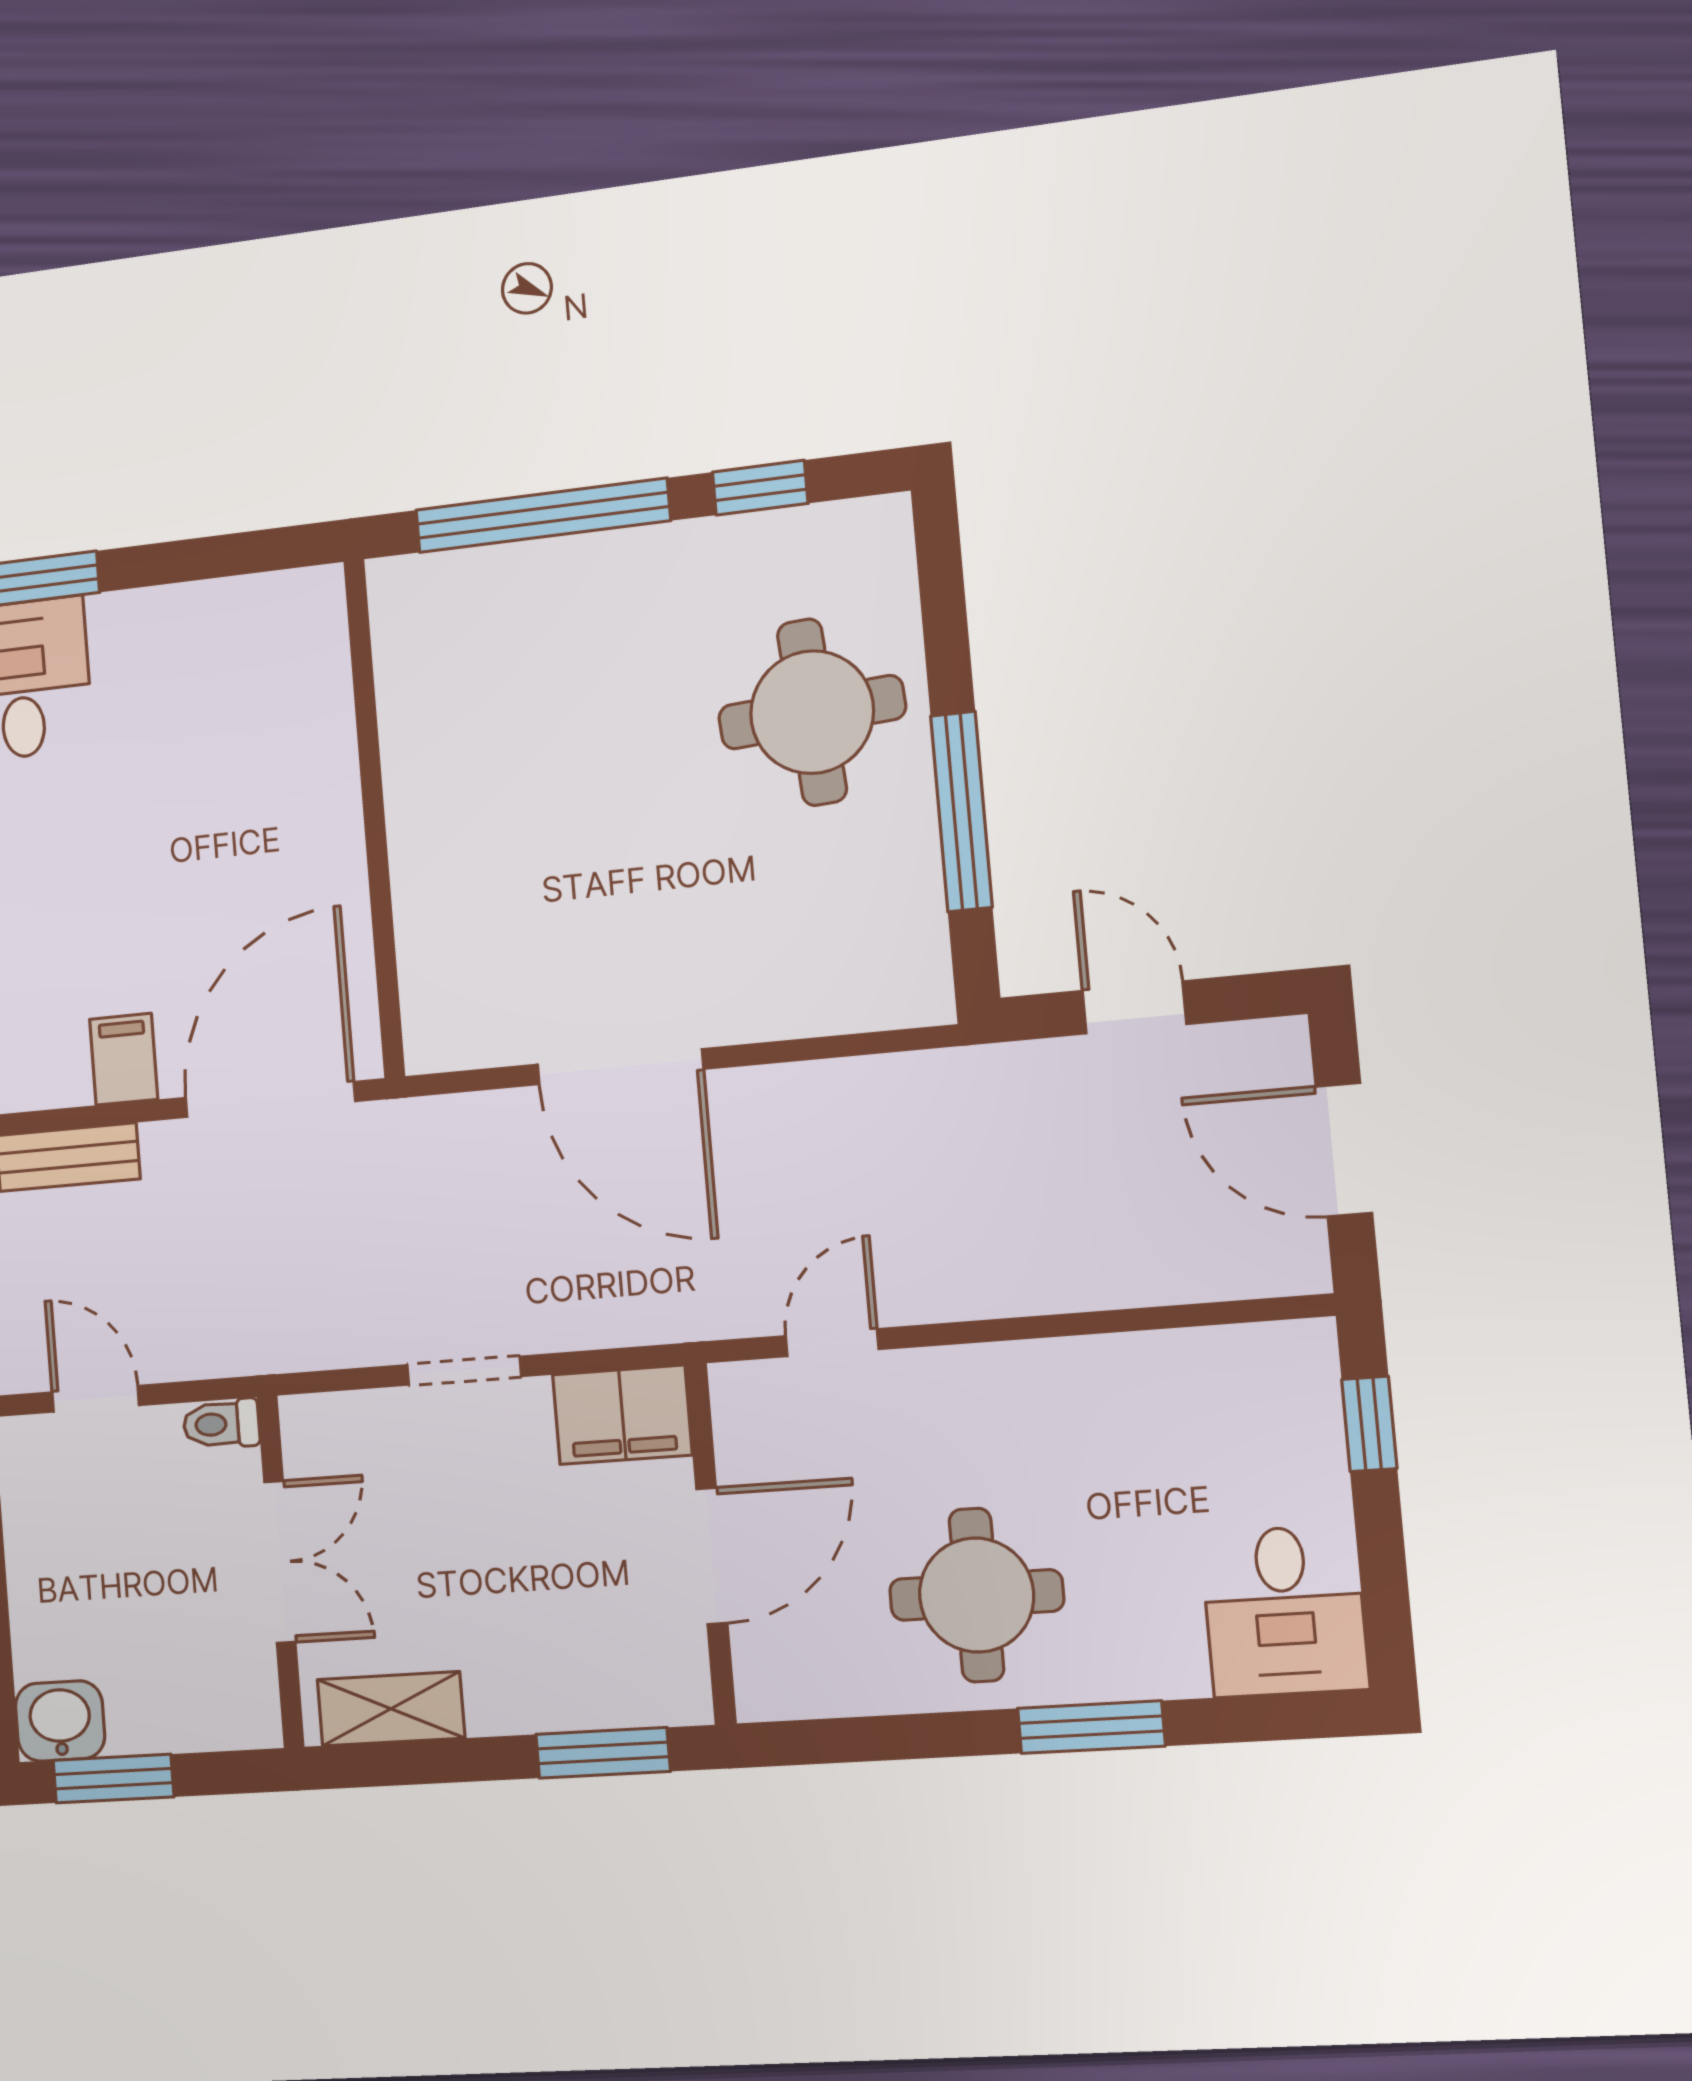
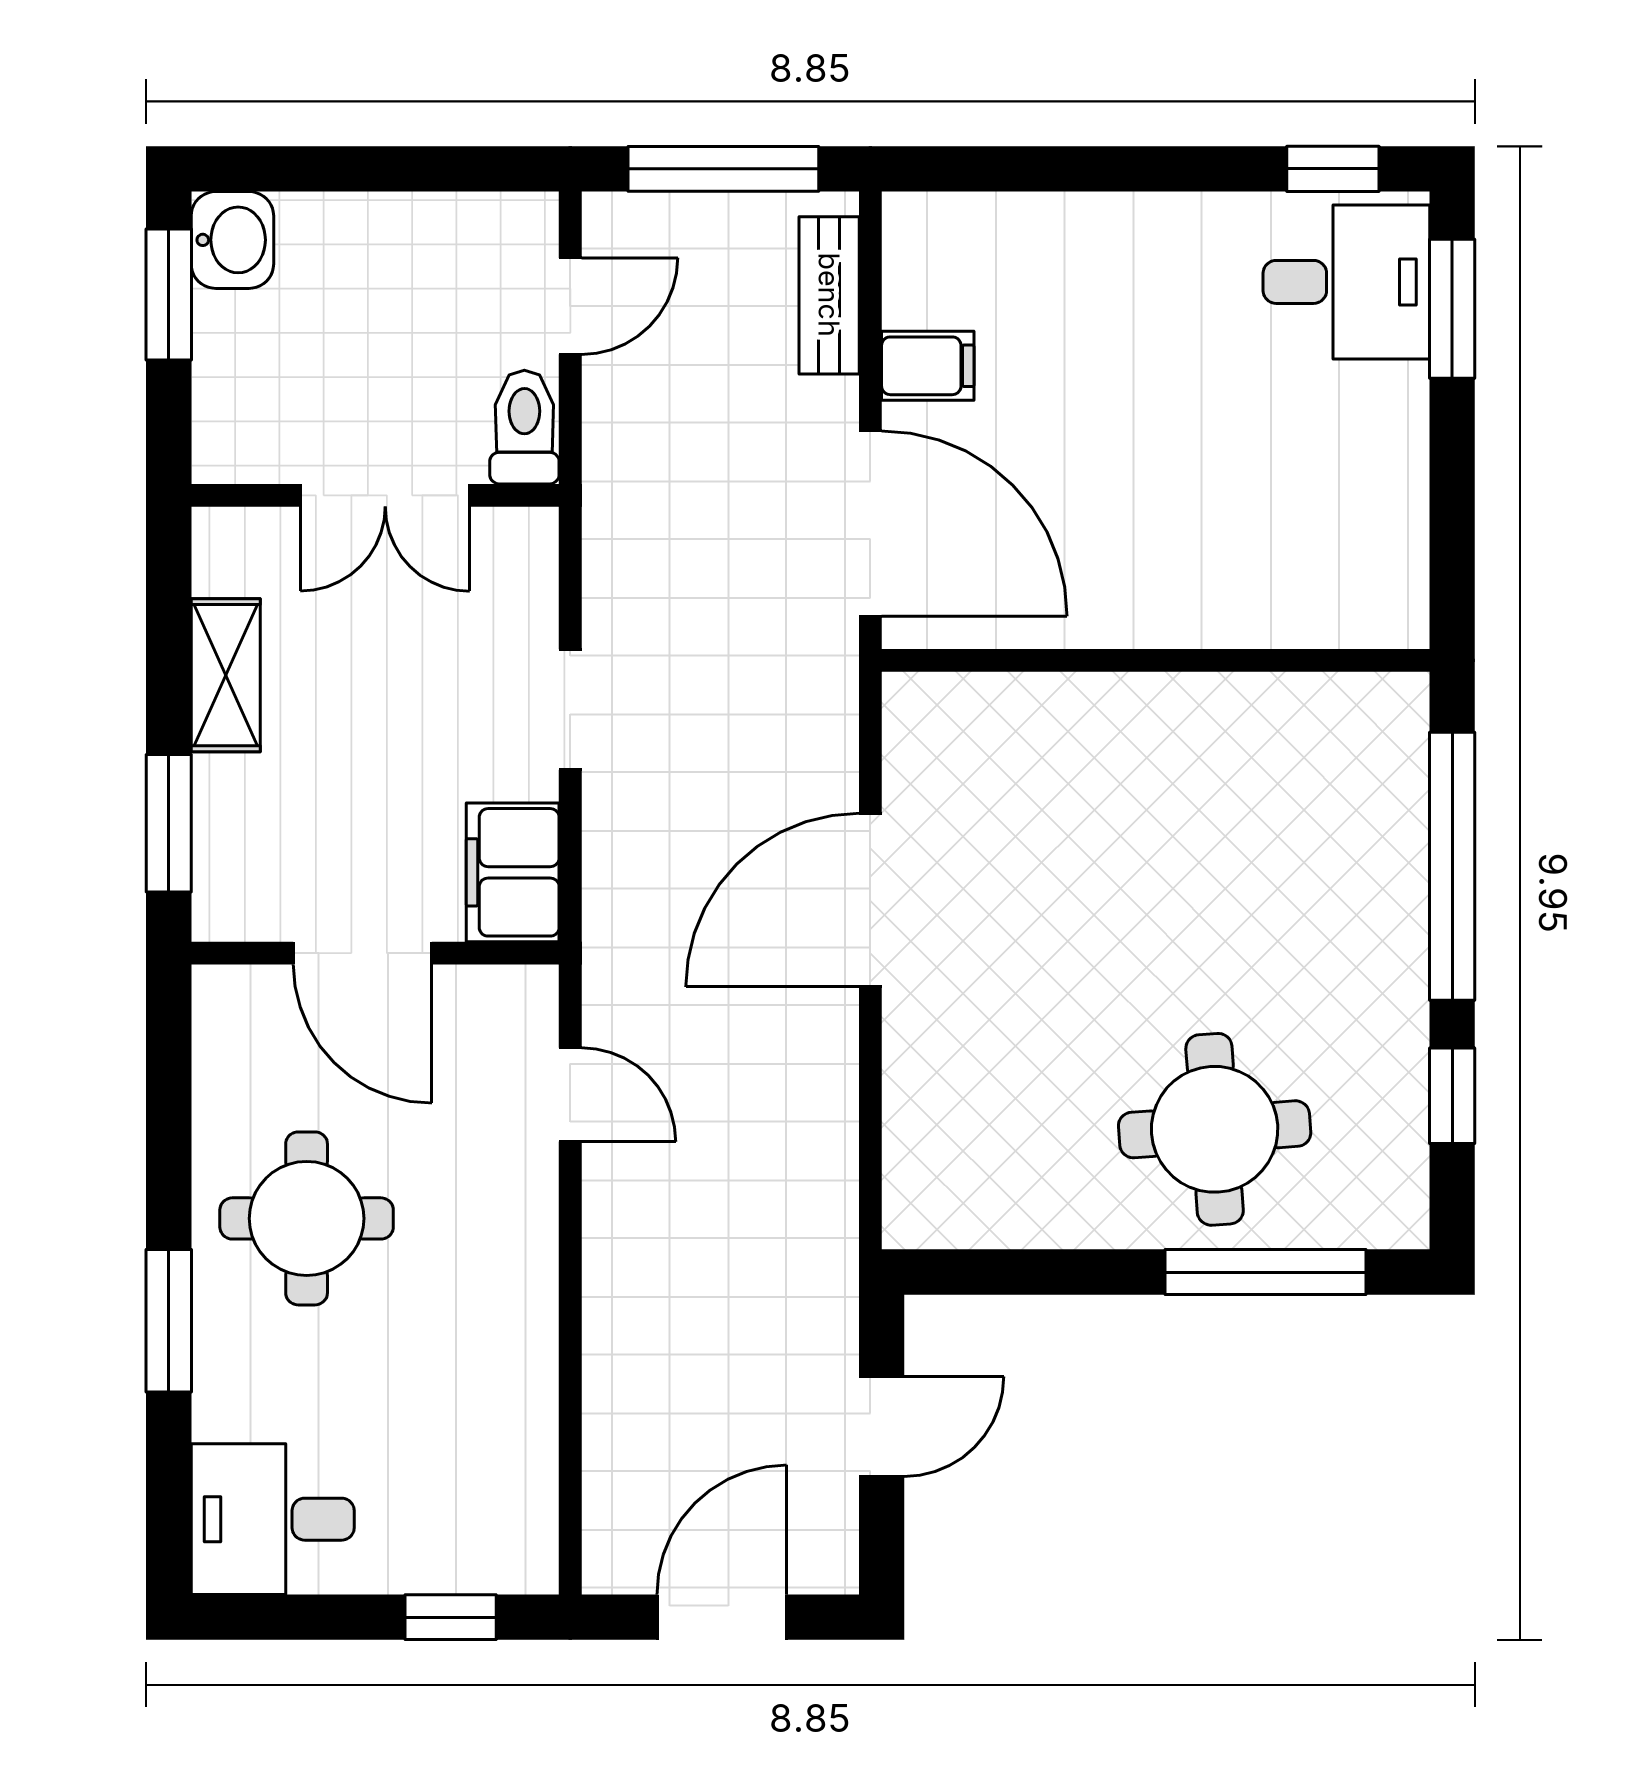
window: (961, 811) -> (1266, 1272), moved
toilet: (221, 1424) -> (524, 427), width x1.37, depth x1.39
shelving: (391, 1709) -> (226, 675), moved

